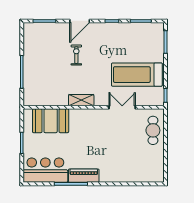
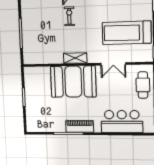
double door: (122, 107) -> (113, 64), swing flipped
booth: (51, 121) -> (73, 82), moved, width x1.36, depth x1.42
bar counter: (45, 170) -> (122, 122), moved

